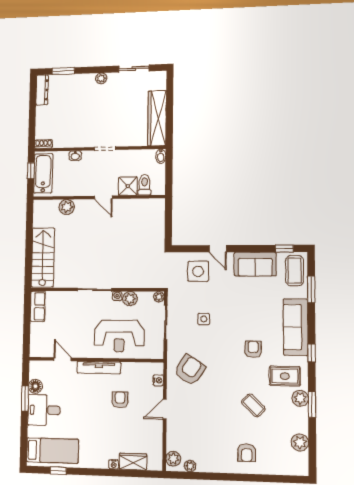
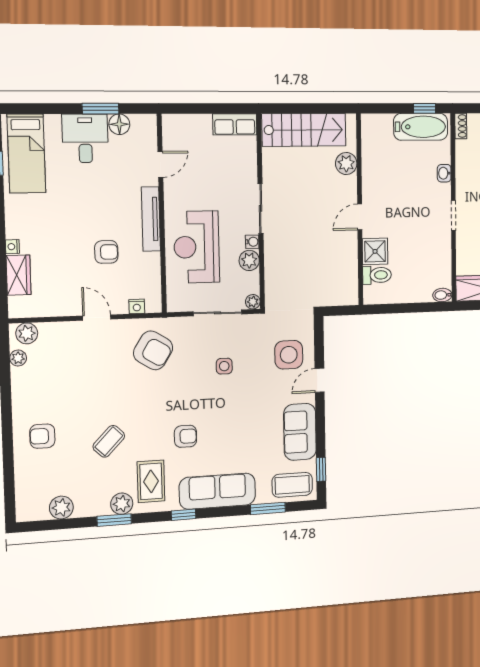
toilet: (145, 185) -> (377, 275), moved
shower: (128, 186) -> (375, 251), moved
wall: (99, 197) -> (360, 210), moved
door: (103, 197) -> (360, 217), moved
plant: (67, 207) -> (346, 164), moved

